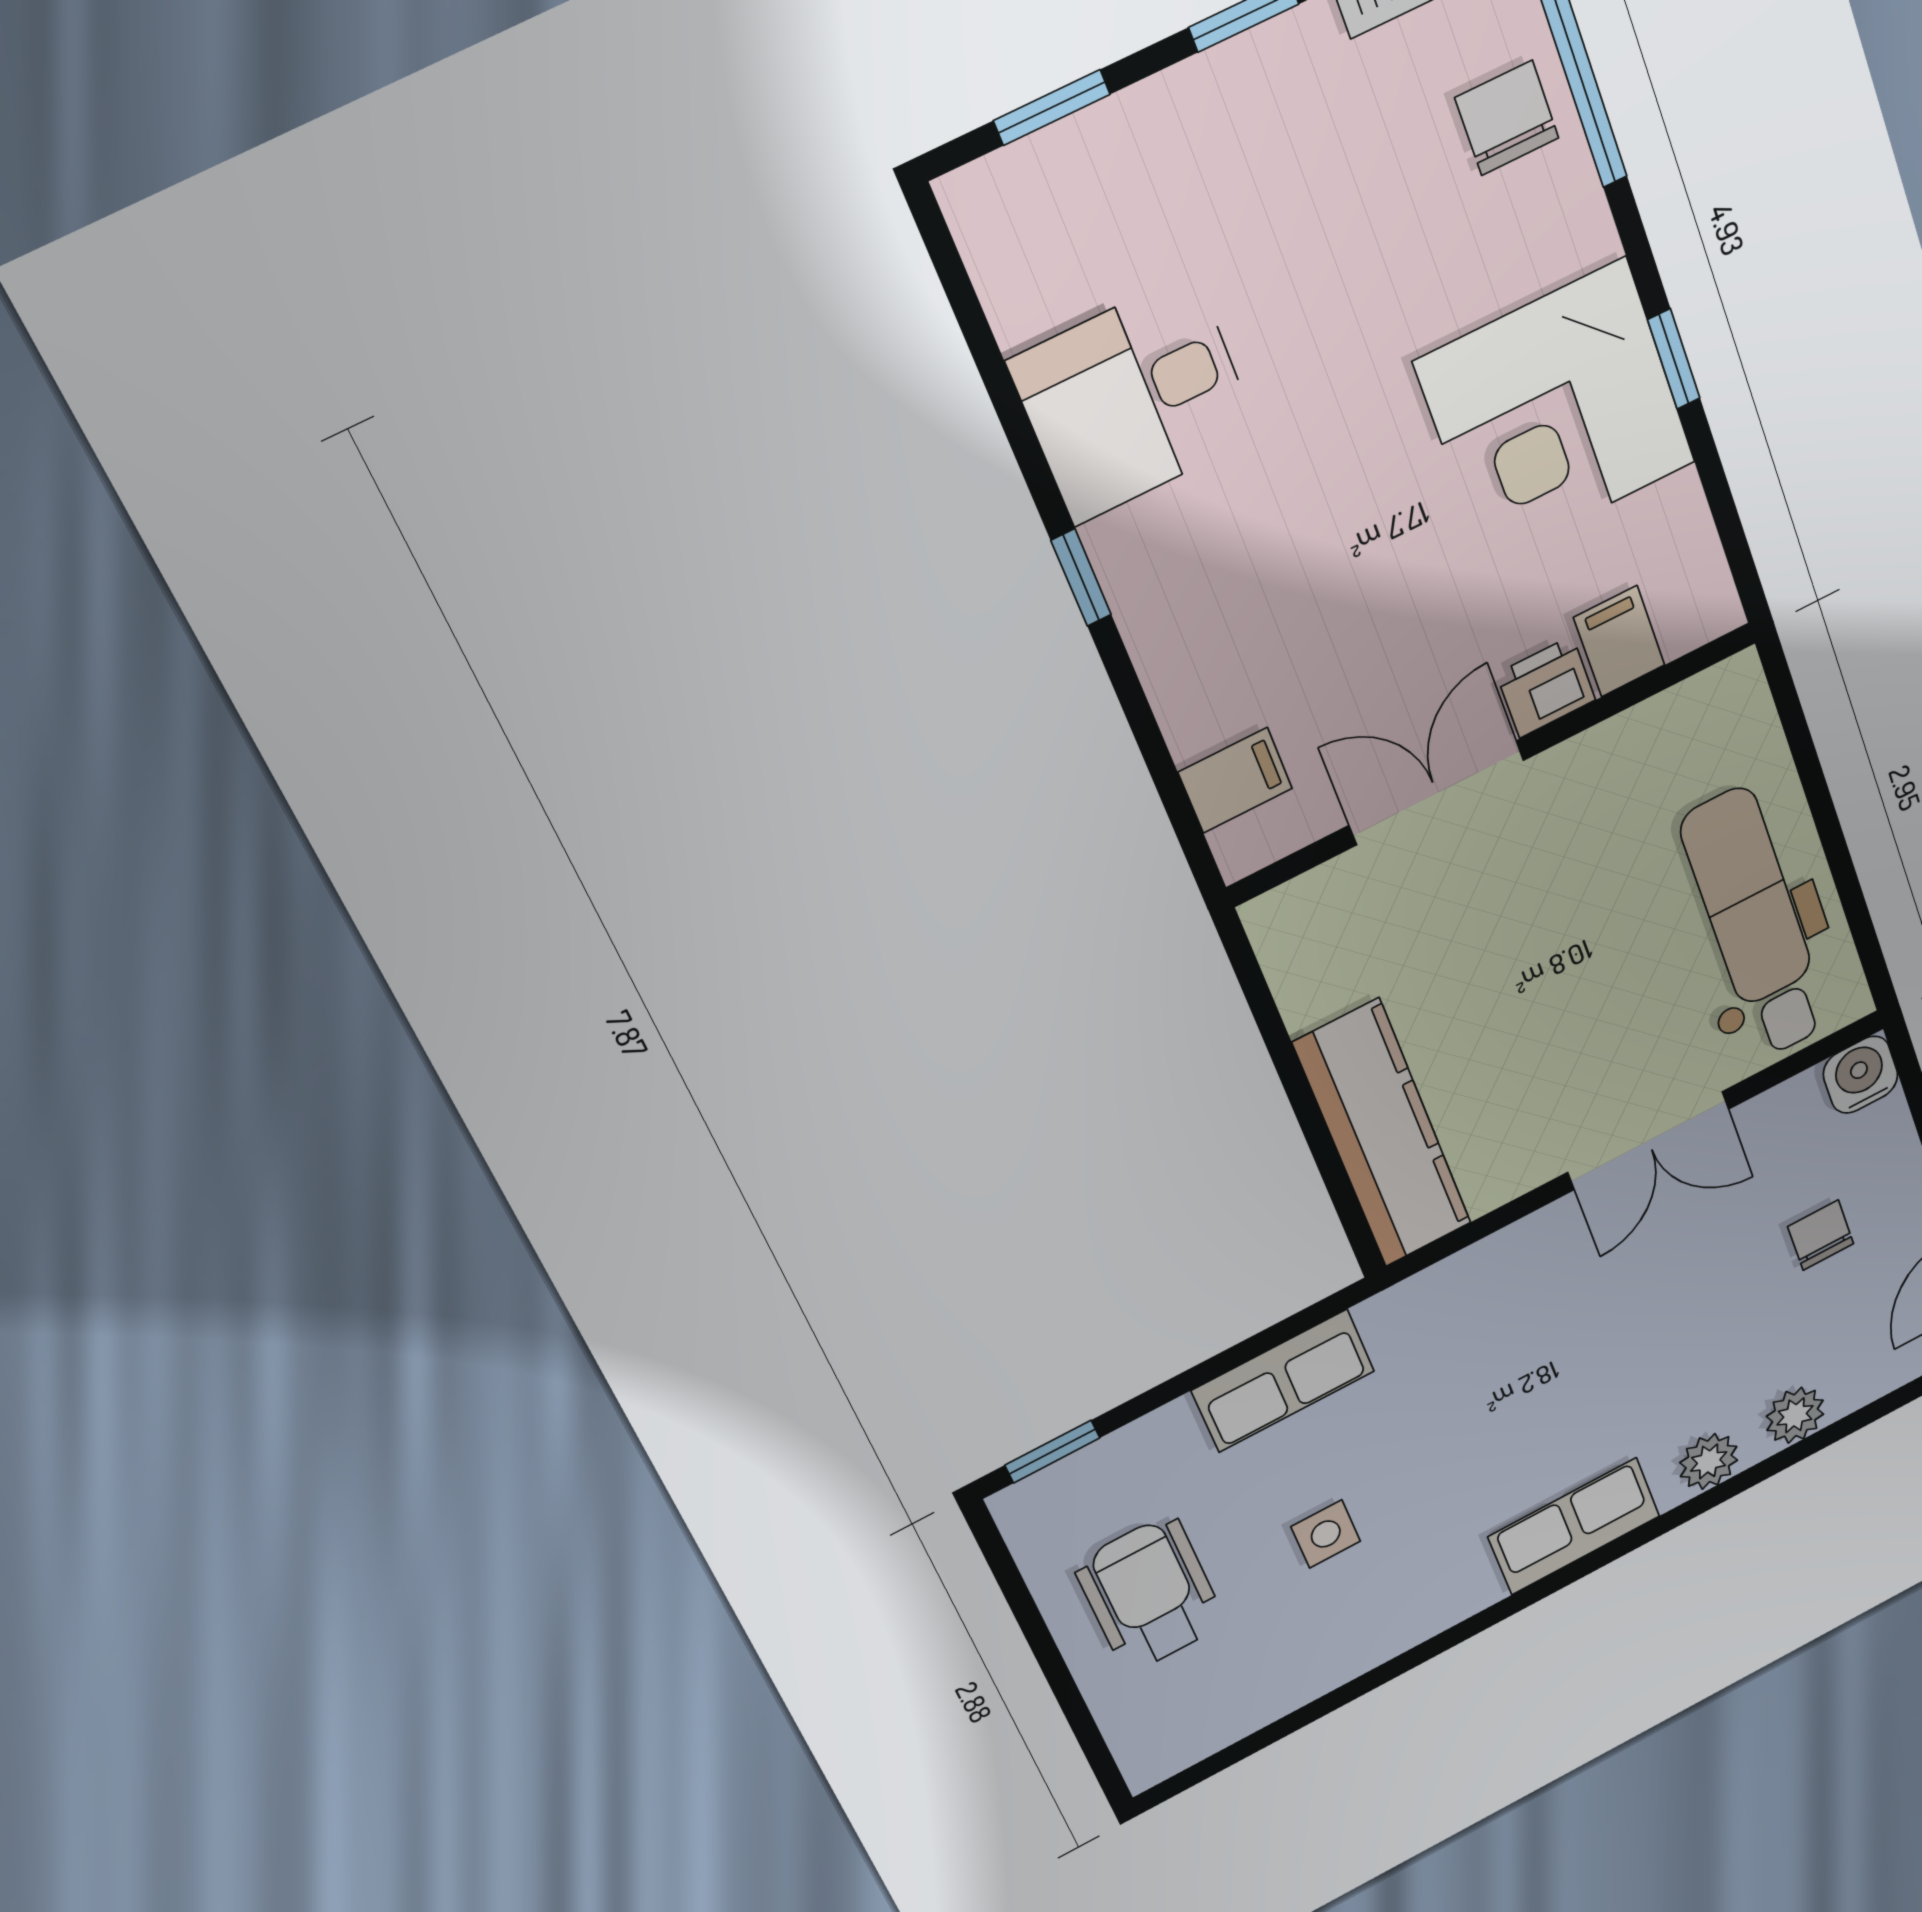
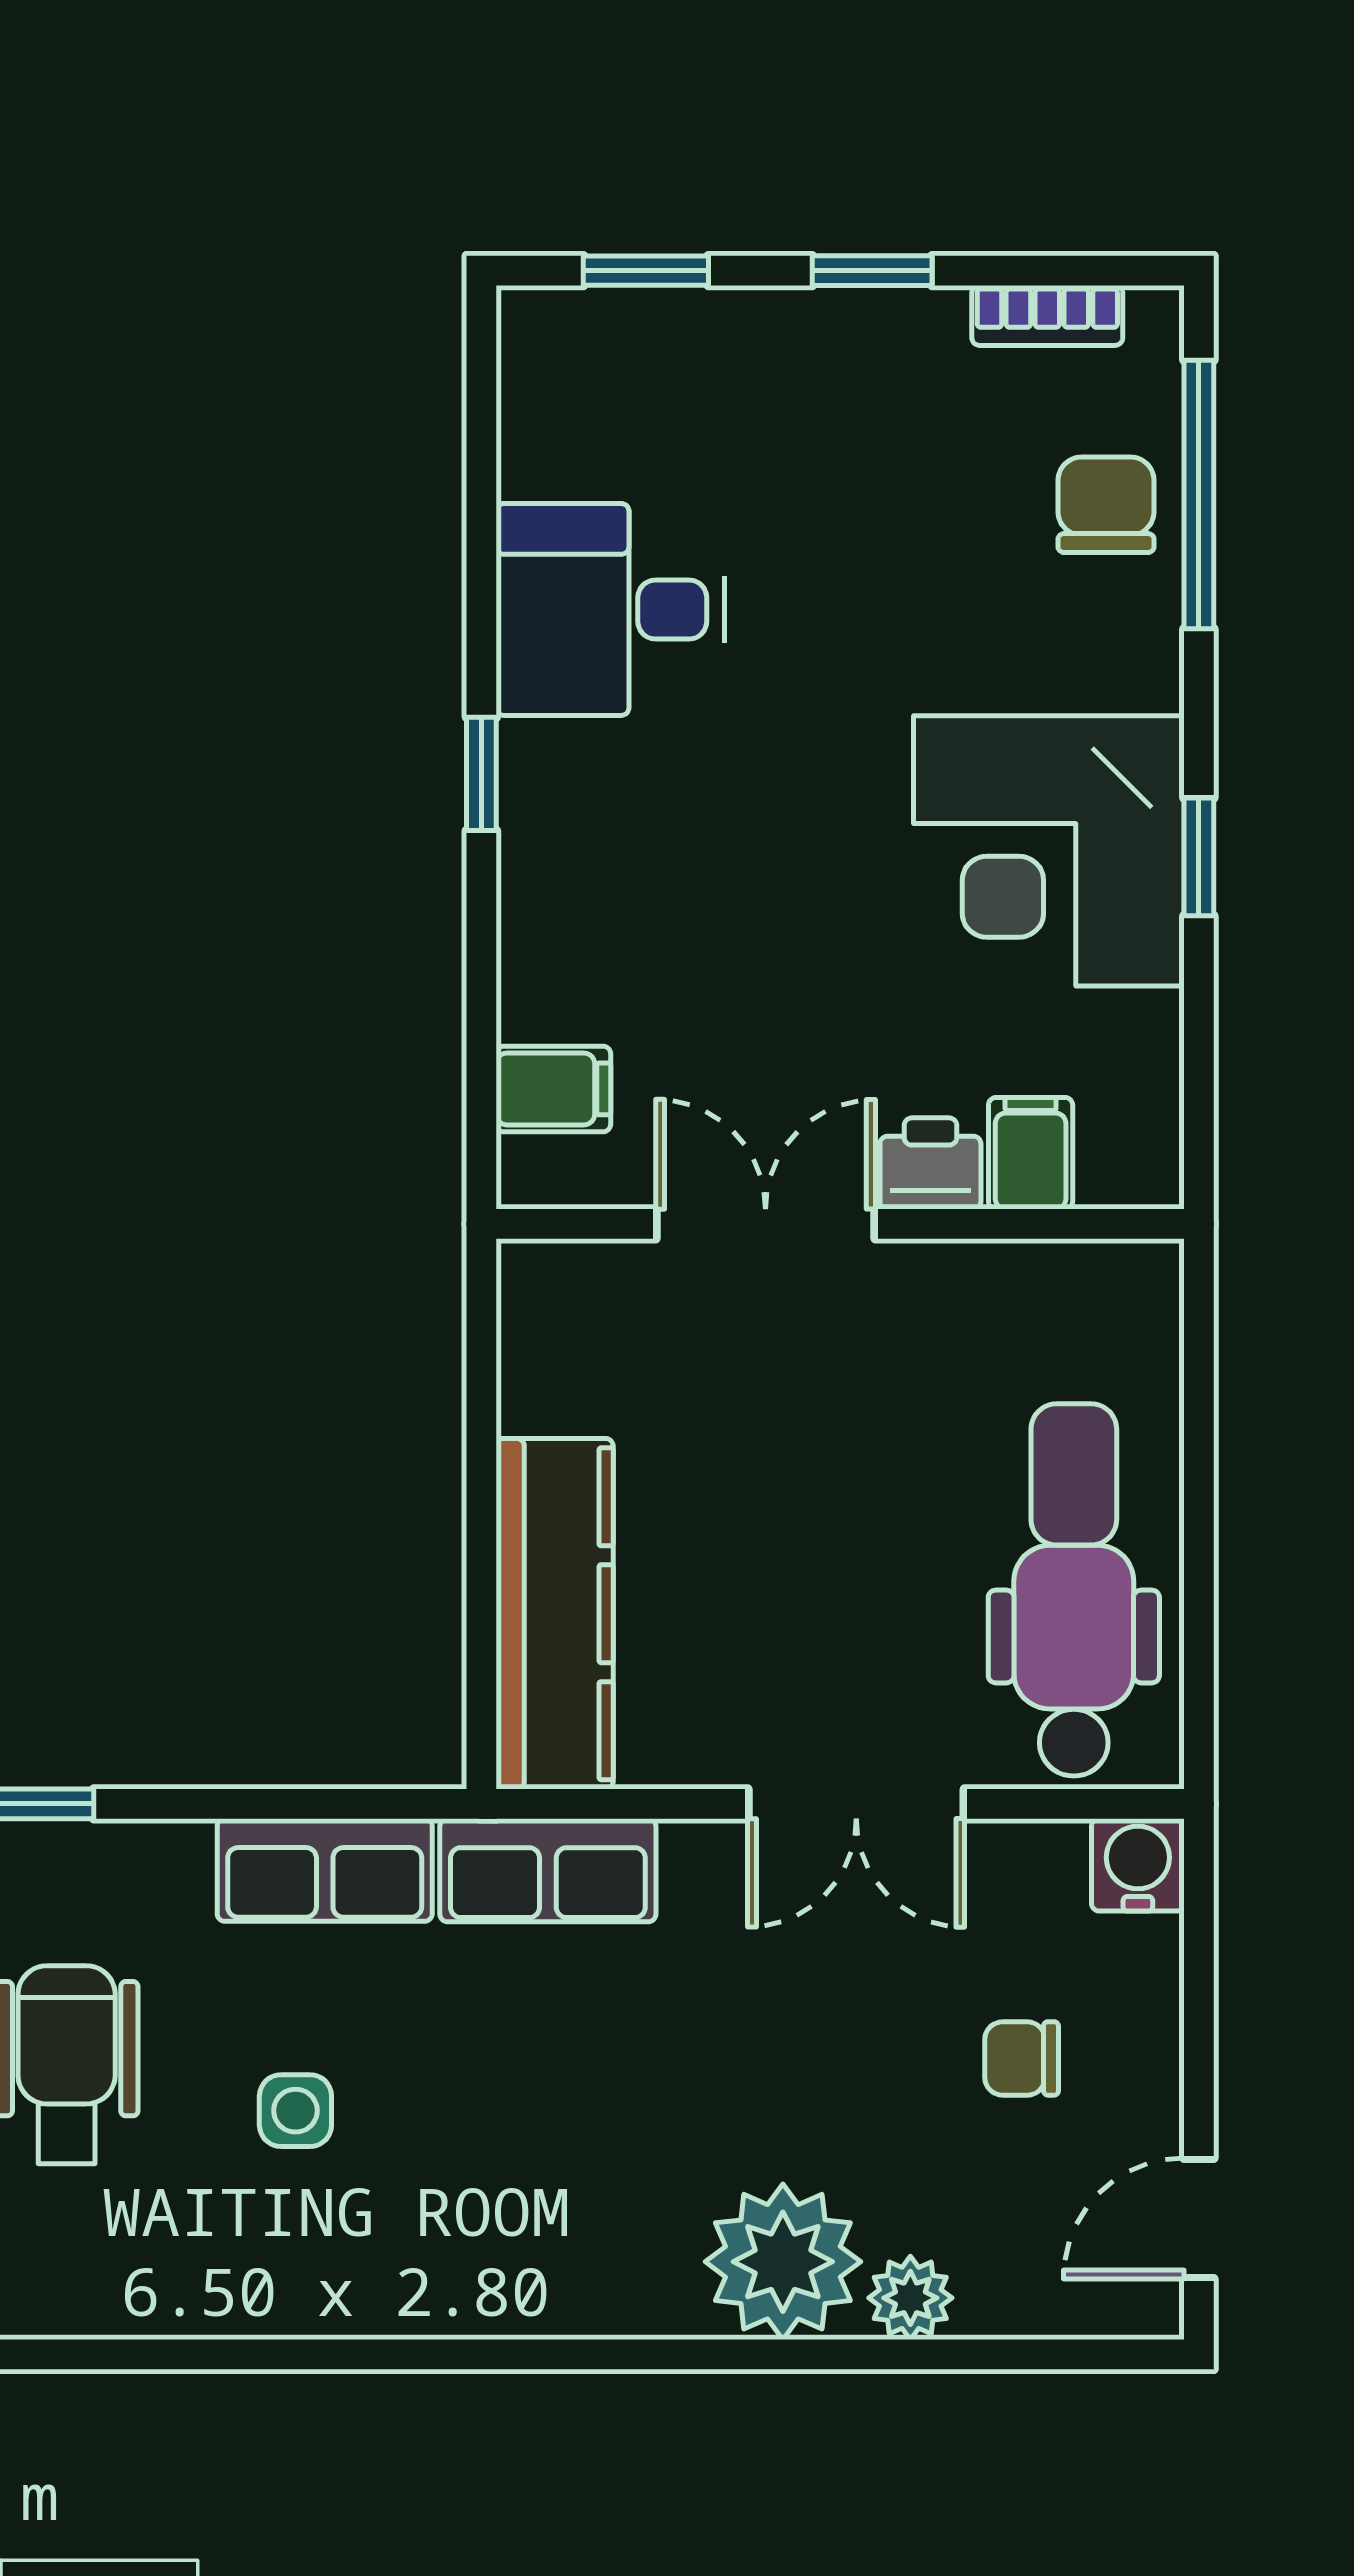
chair: (1821, 1235) -> (1022, 2058), turned -90
plant: (1709, 1461) -> (783, 2262), width x1.88, depth x1.88
row of seats: (1574, 1526) -> (548, 1870), moved, turned 180

